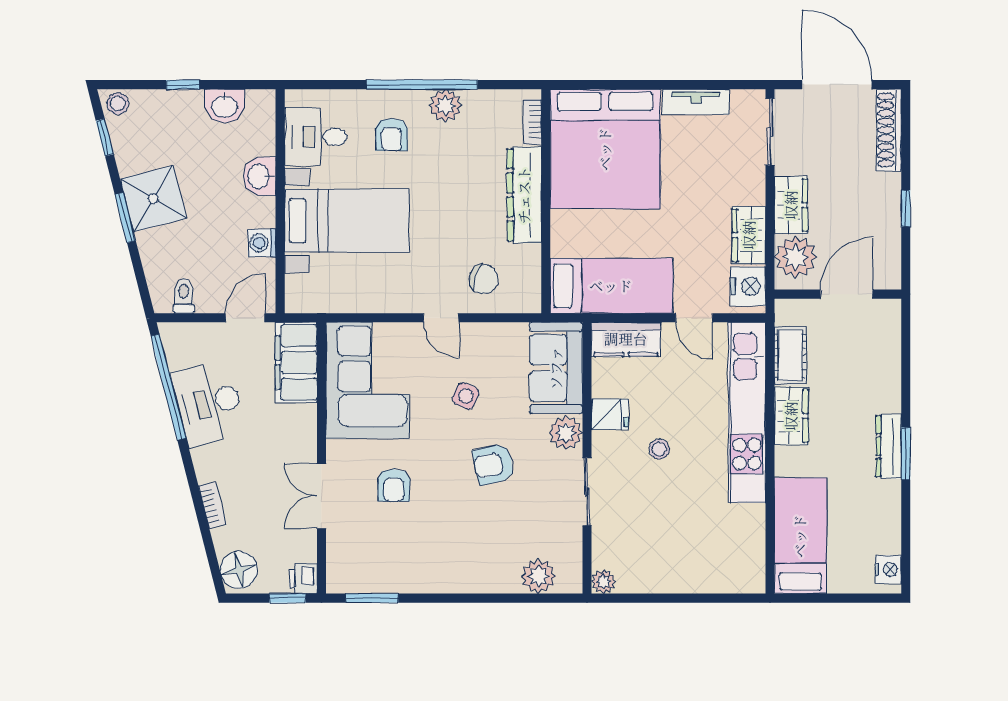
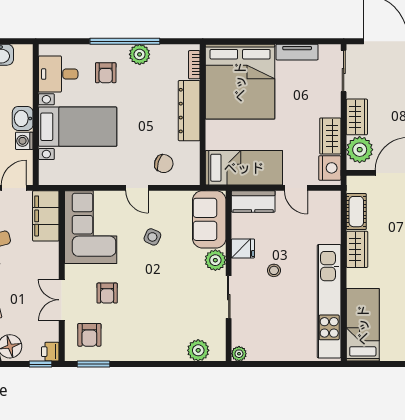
washbasin: (259, 176) -> (23, 118), moved
kitchen unit: (747, 413) -> (329, 301), moved
armchair: (493, 464) -> (89, 335), moved, turned -77

